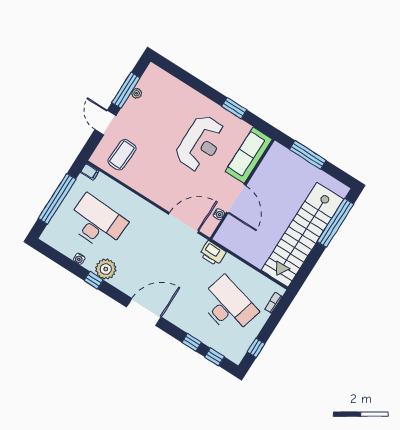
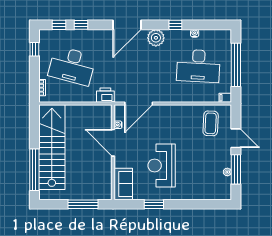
sofa: (249, 155) -> (123, 184), width x0.73
plant: (106, 269) -> (156, 38), moved

